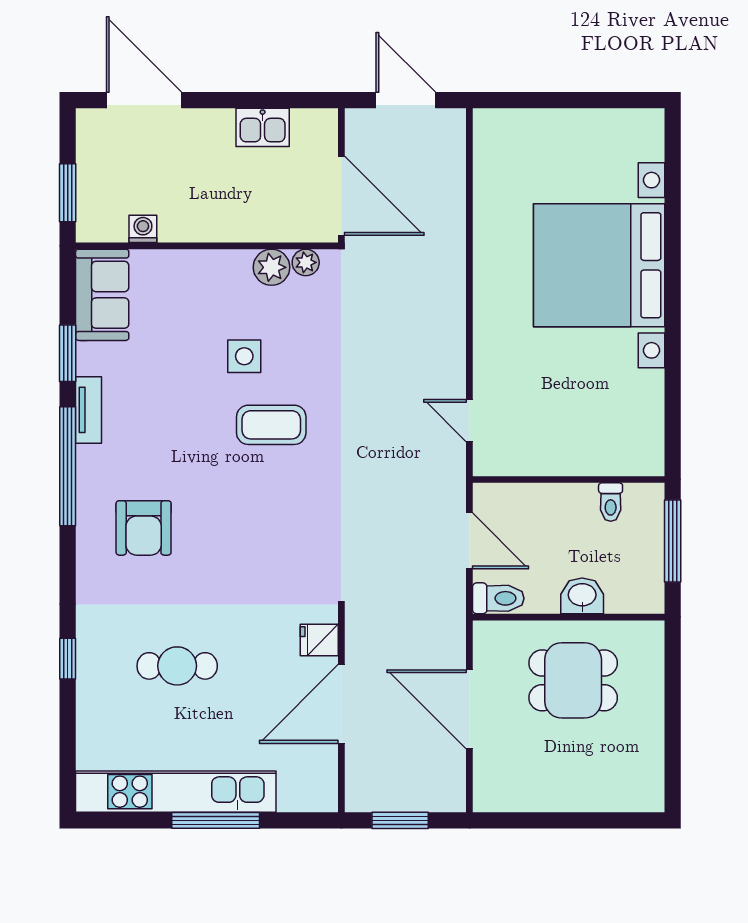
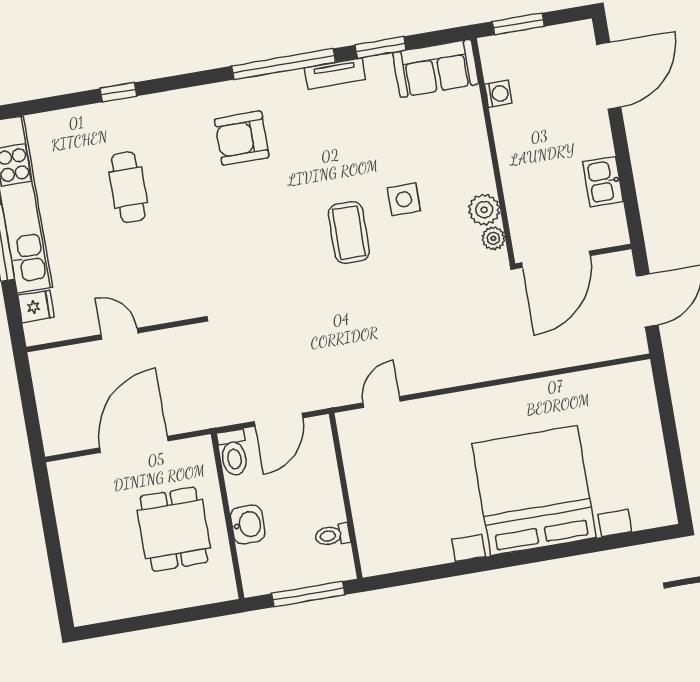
fridge: (319, 640) -> (36, 306), moved, turned 90
door: (341, 704) -> (120, 334), width x0.53
window: (400, 820) -> (28, 401), removed

